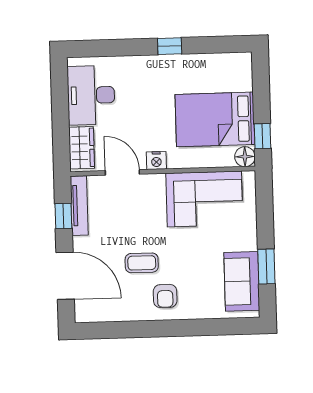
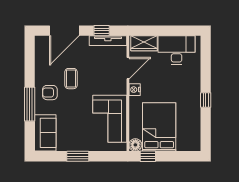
window: (266, 266) -> (78, 156), moved
sofa: (242, 281) -> (45, 133), moved, turned 90
window: (185, 328) -> (30, 104), added

